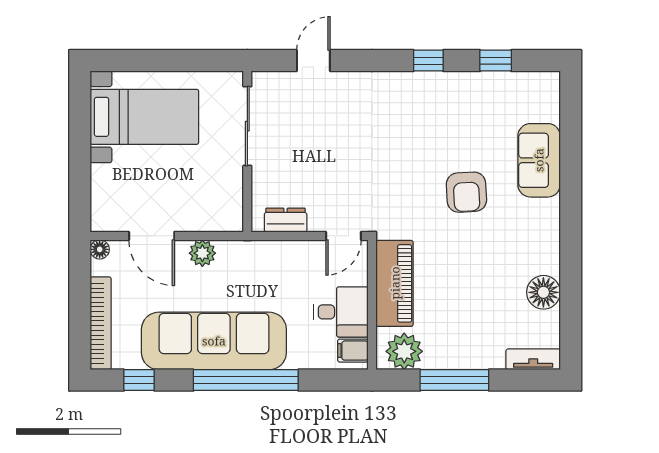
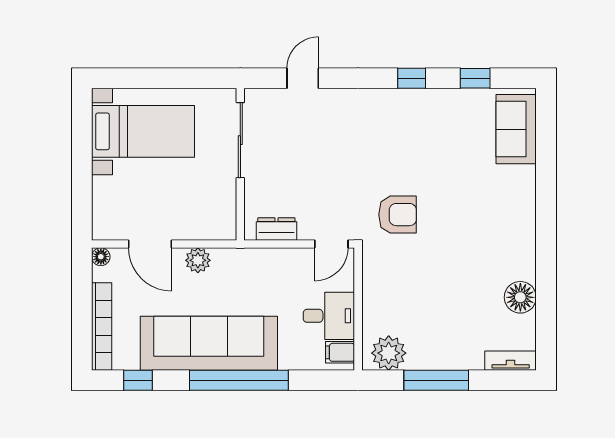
sofa: (539, 160) -> (516, 129), moved
armchair: (466, 192) -> (398, 215), moved, turned -87
piano: (395, 283) -> (380, 289), removed

